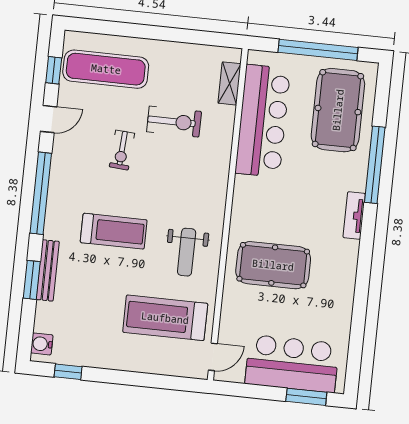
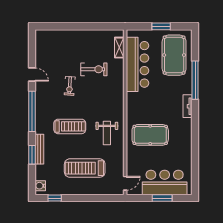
window: (318, 50) -> (161, 26), width x0.47
exercise mat: (106, 69) -> (58, 47), removed
window: (54, 70) -> (32, 50), removed
door: (49, 119) -> (32, 75), hinge flipped
treadmill: (165, 318) -> (85, 168), moved
window: (306, 397) -> (162, 198), moved

